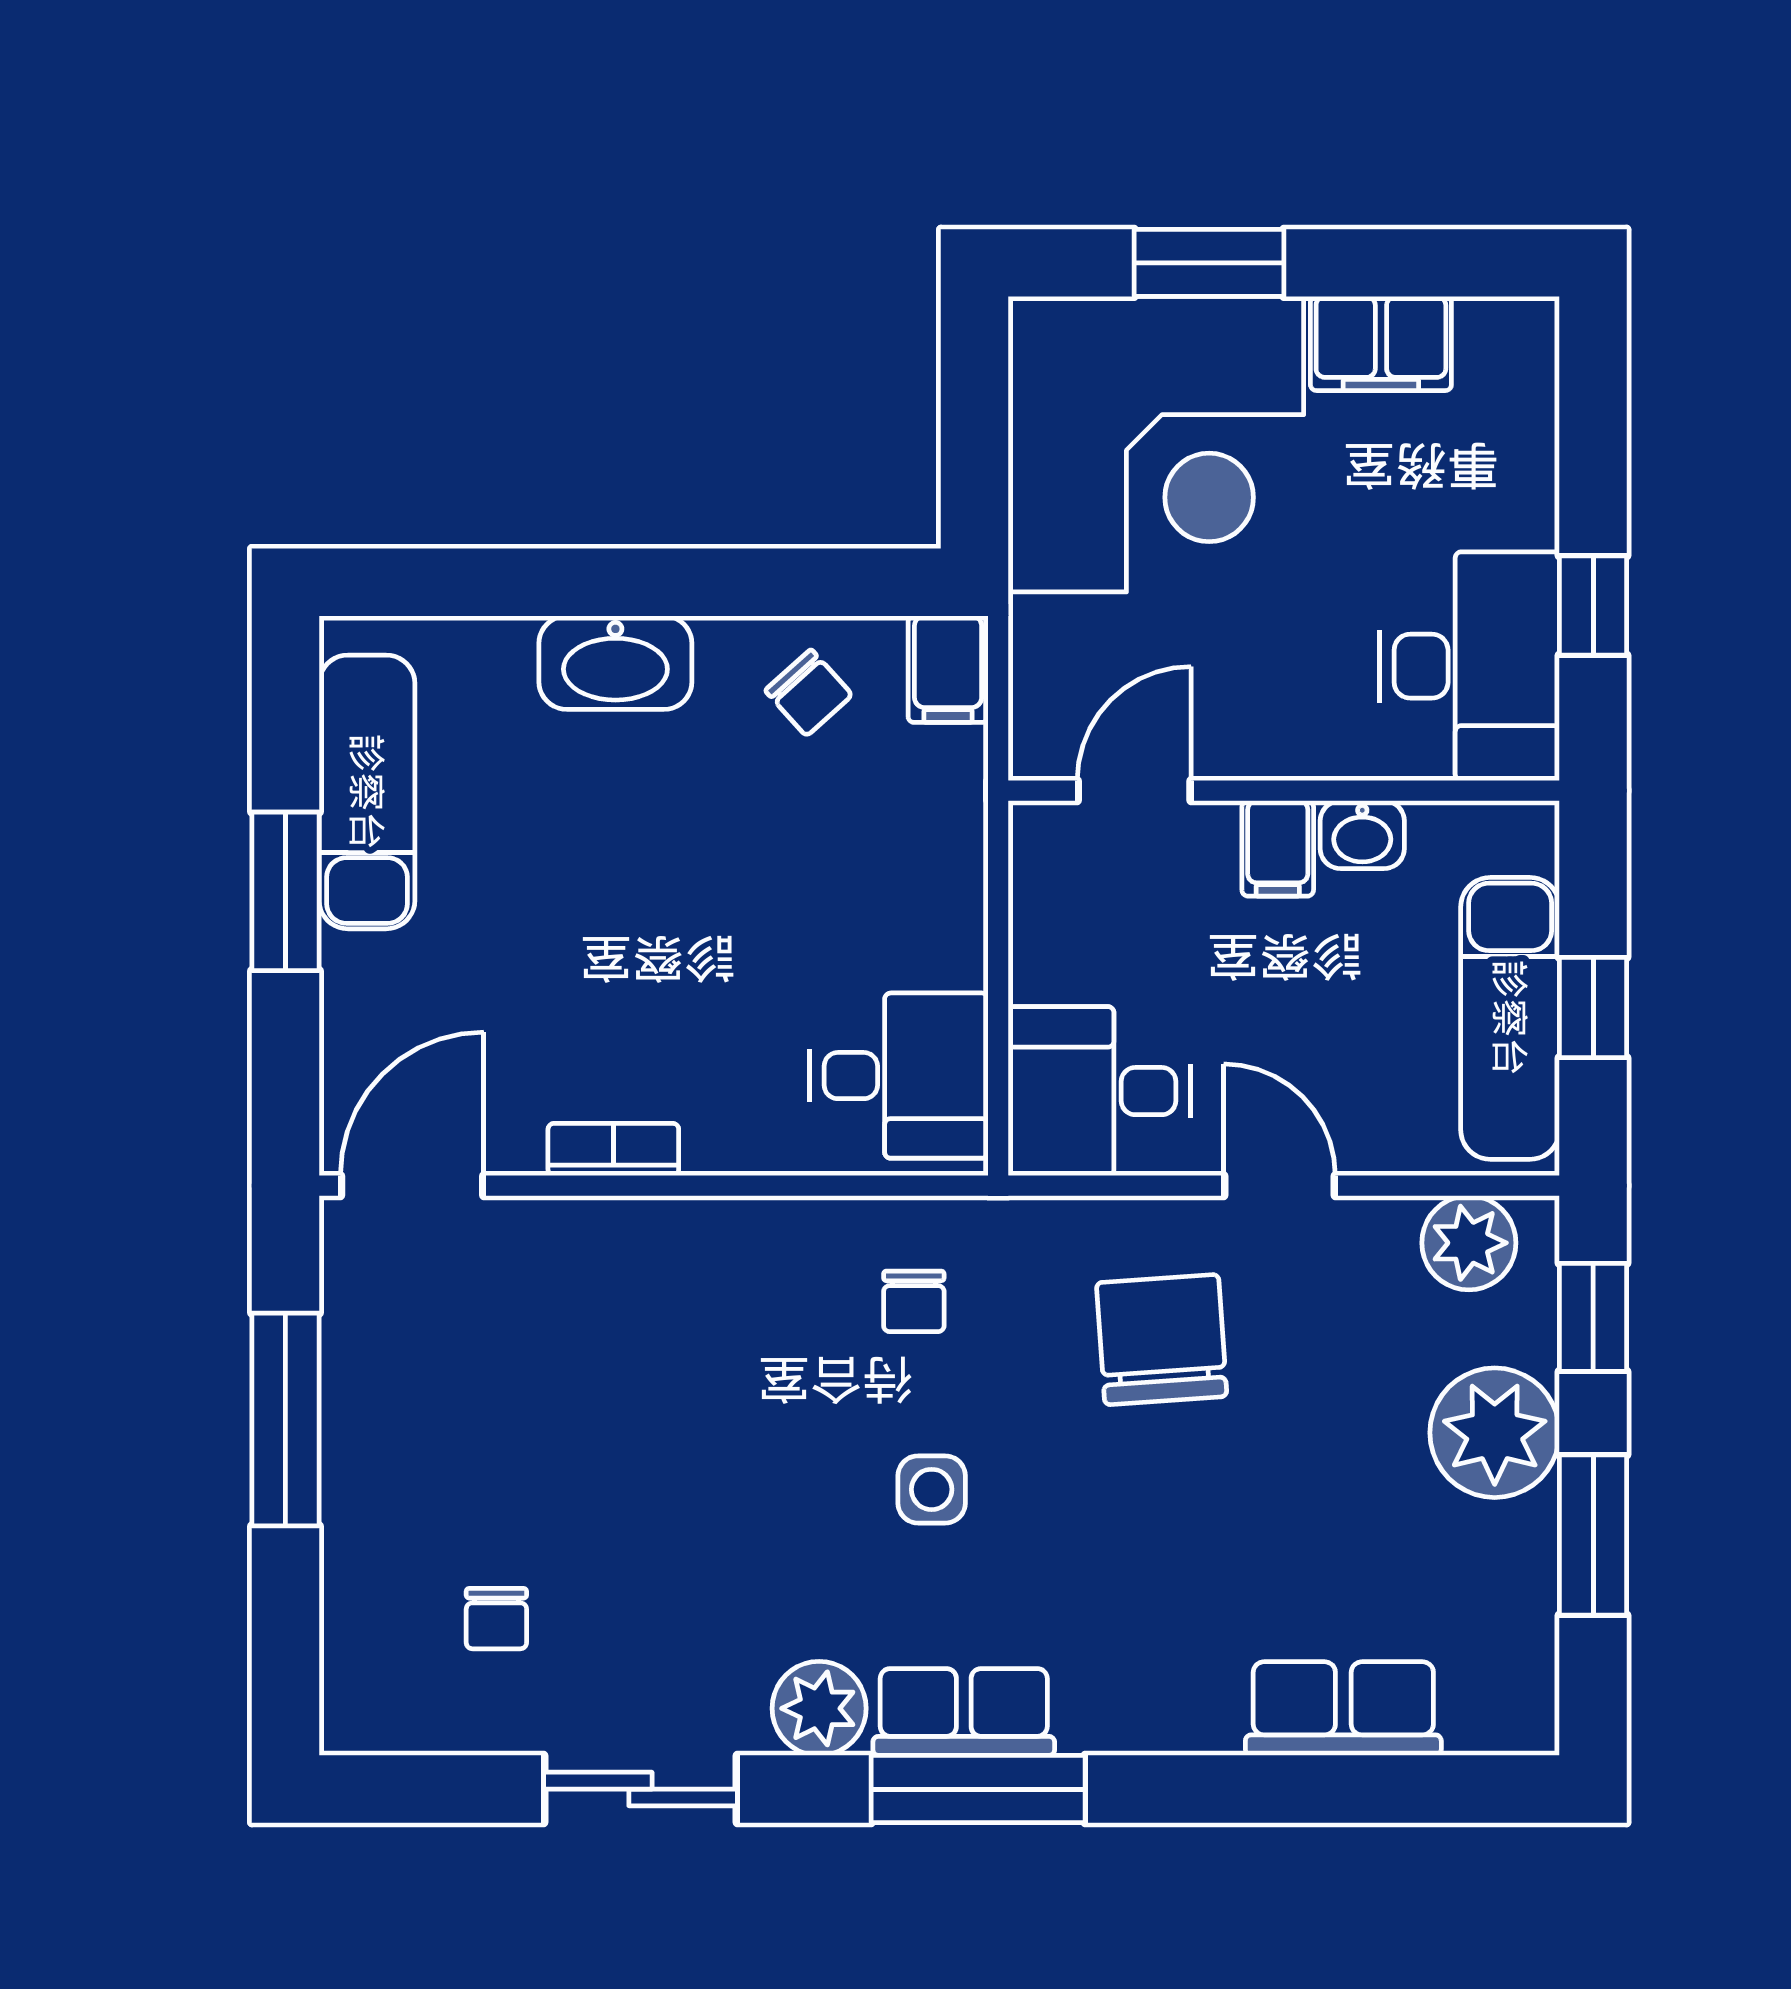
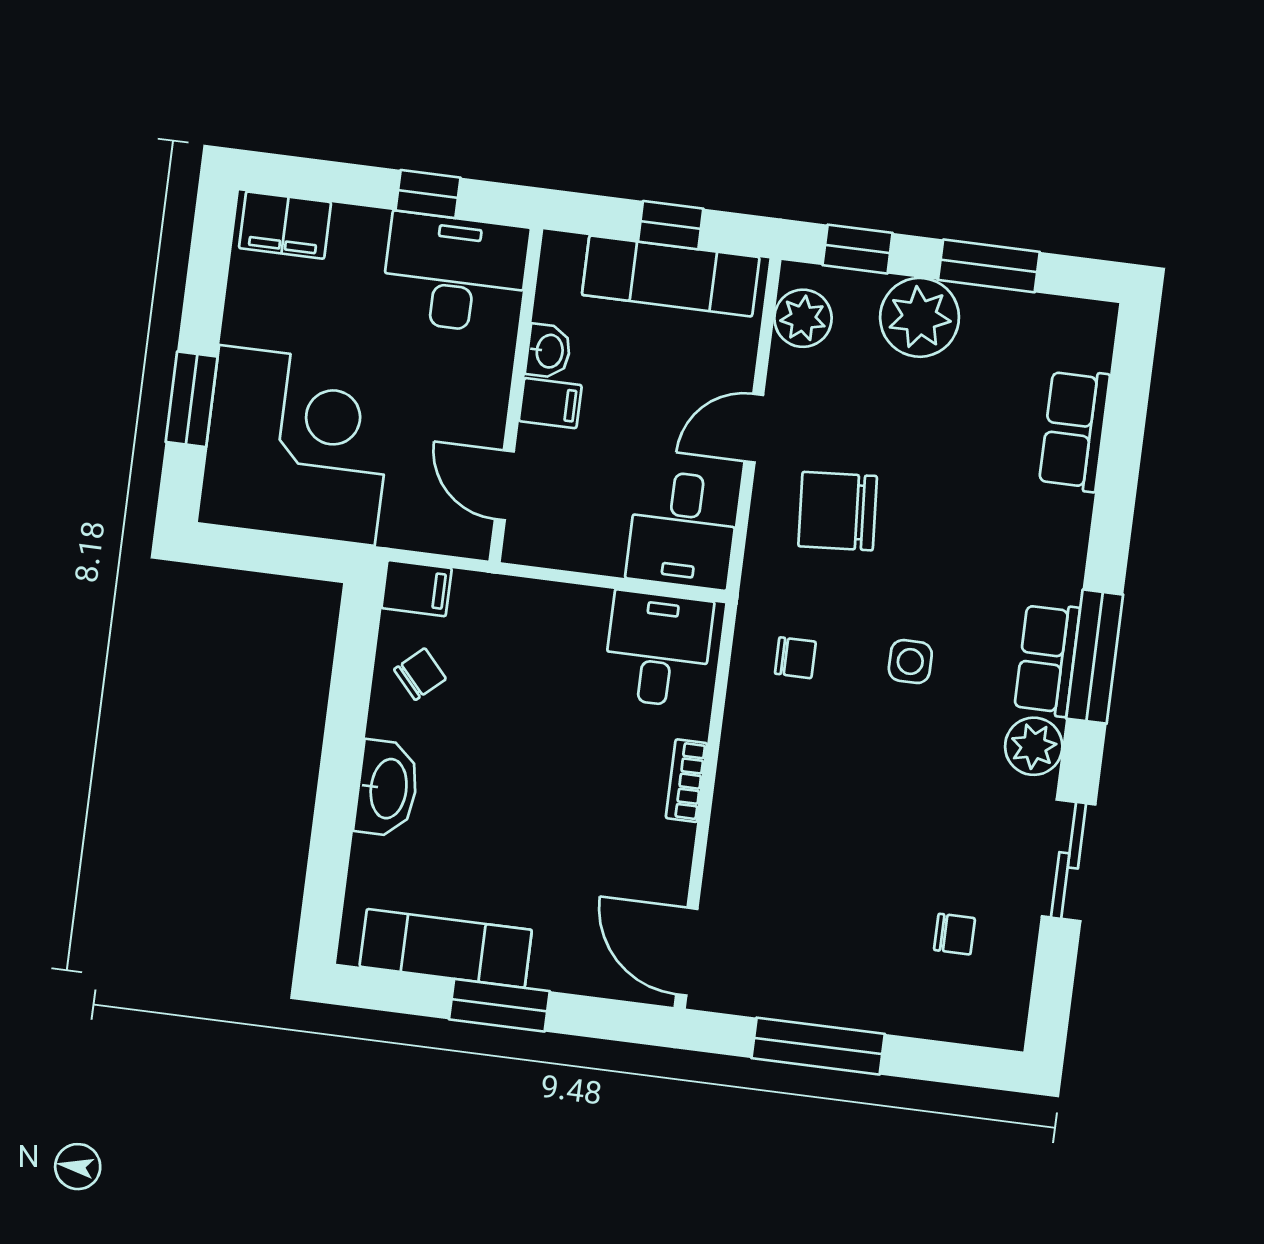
filing cabinet: (1381, 344) -> (285, 225), moved, turned 90
bookcase: (613, 1149) -> (686, 781), moved

